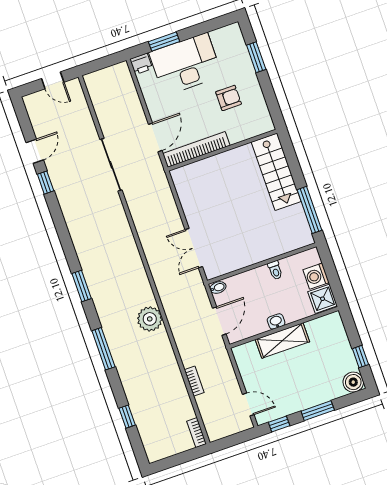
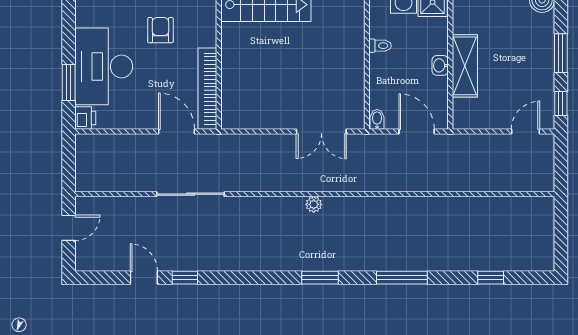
plant: (150, 319) -> (314, 204), moved, width x0.53, depth x0.53
bookcase: (194, 381) -> (476, 185), removed
bookcase: (197, 432) -> (537, 203), removed

